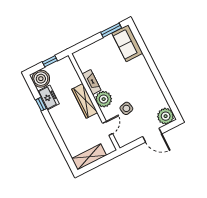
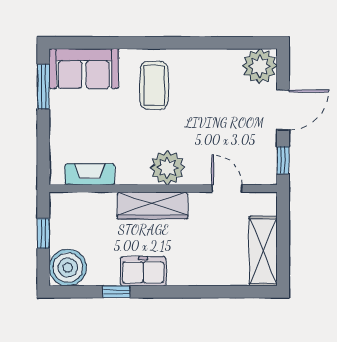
coffee table: (135, 76) -> (154, 85), added
fireplace: (92, 82) -> (90, 174), moved
freezer: (48, 97) -> (143, 271), moved
side table: (126, 108) -> (207, 133), removed
window: (131, 146) -> (283, 160), added

